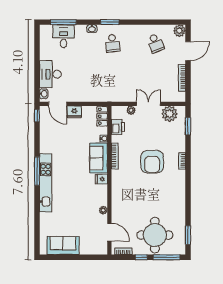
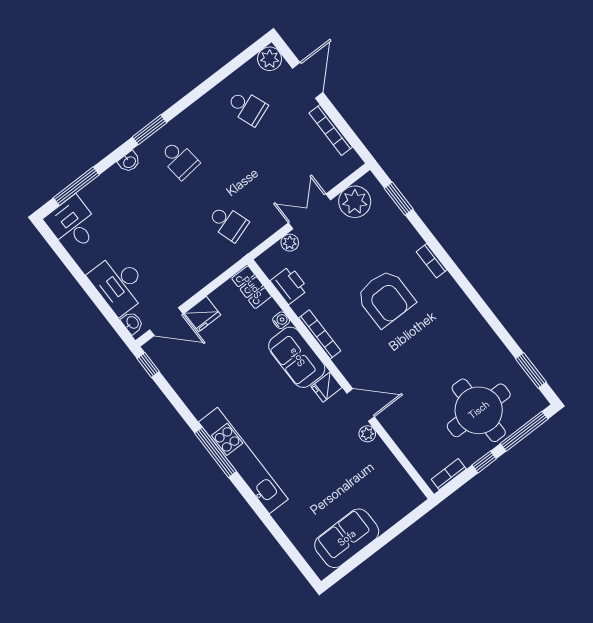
desk: (63, 36) -> (73, 224), moved
school desk: (113, 83) -> (228, 223), added
door: (109, 232) -> (361, 405), moved

